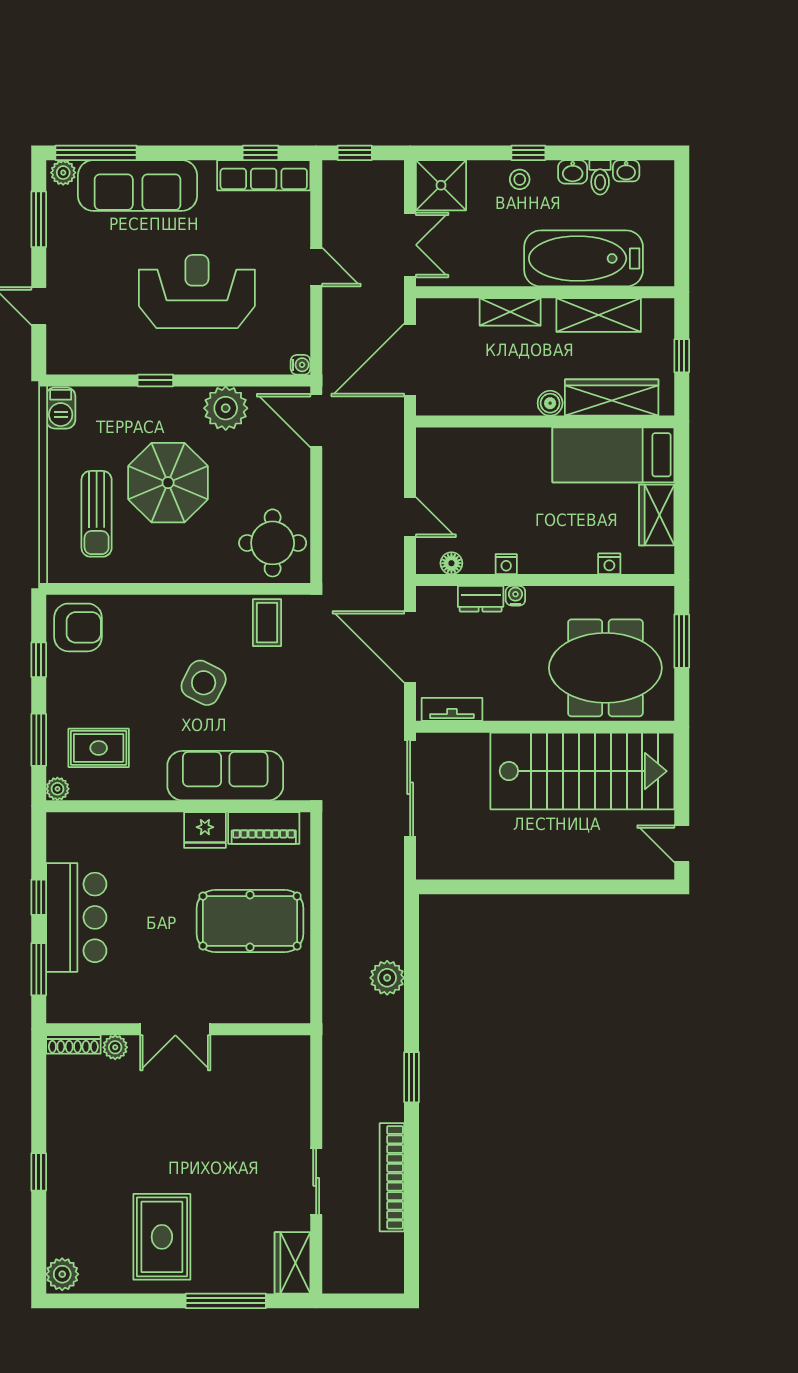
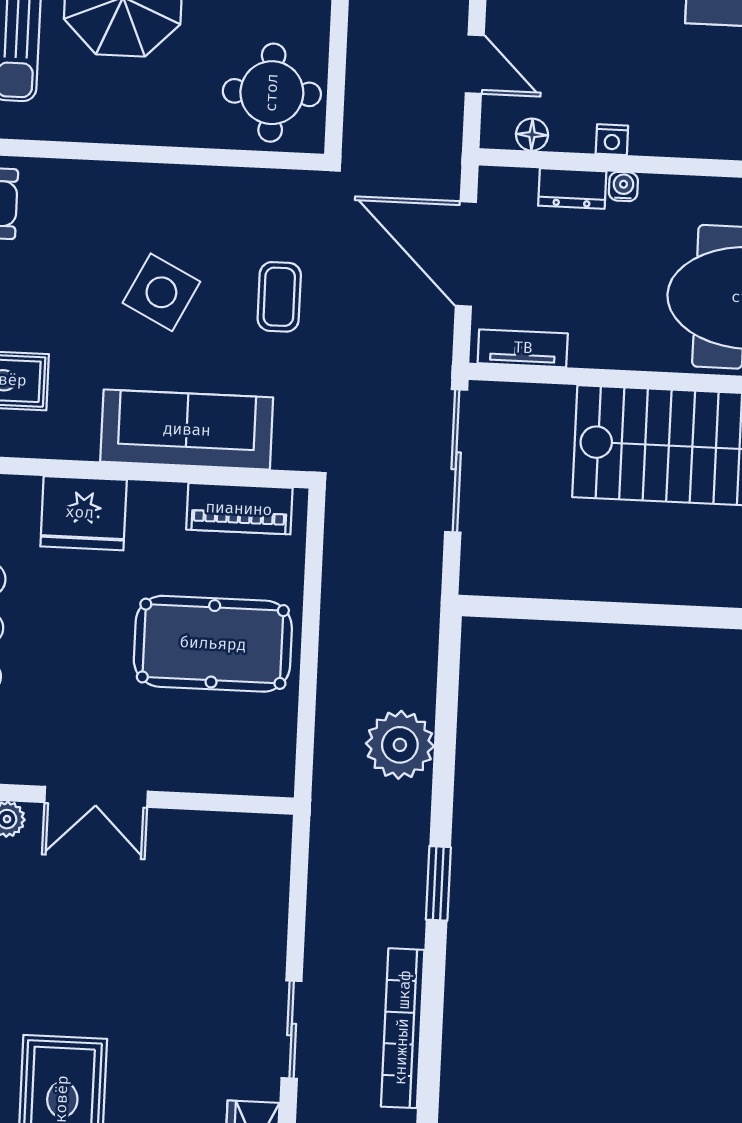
coffee table: (267, 623) -> (279, 297), moved
fridge: (205, 830) -> (84, 513), moved, width x1.36, depth x1.34
plant: (387, 978) -> (400, 745), width x1.36, depth x1.36

